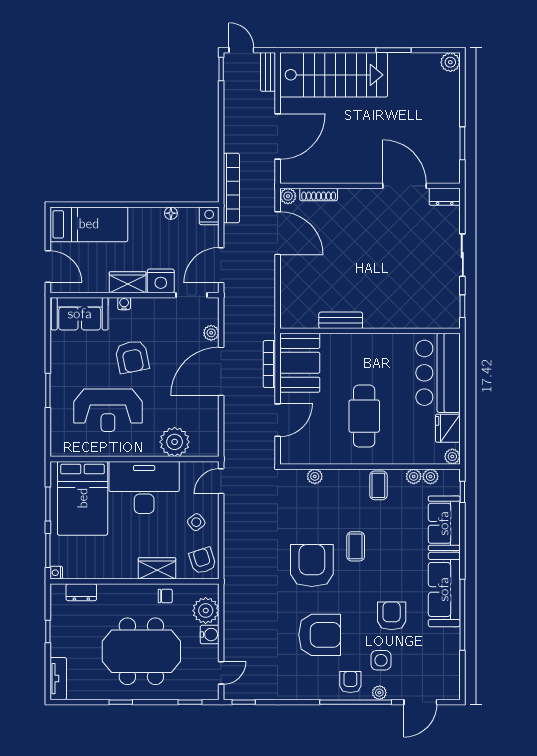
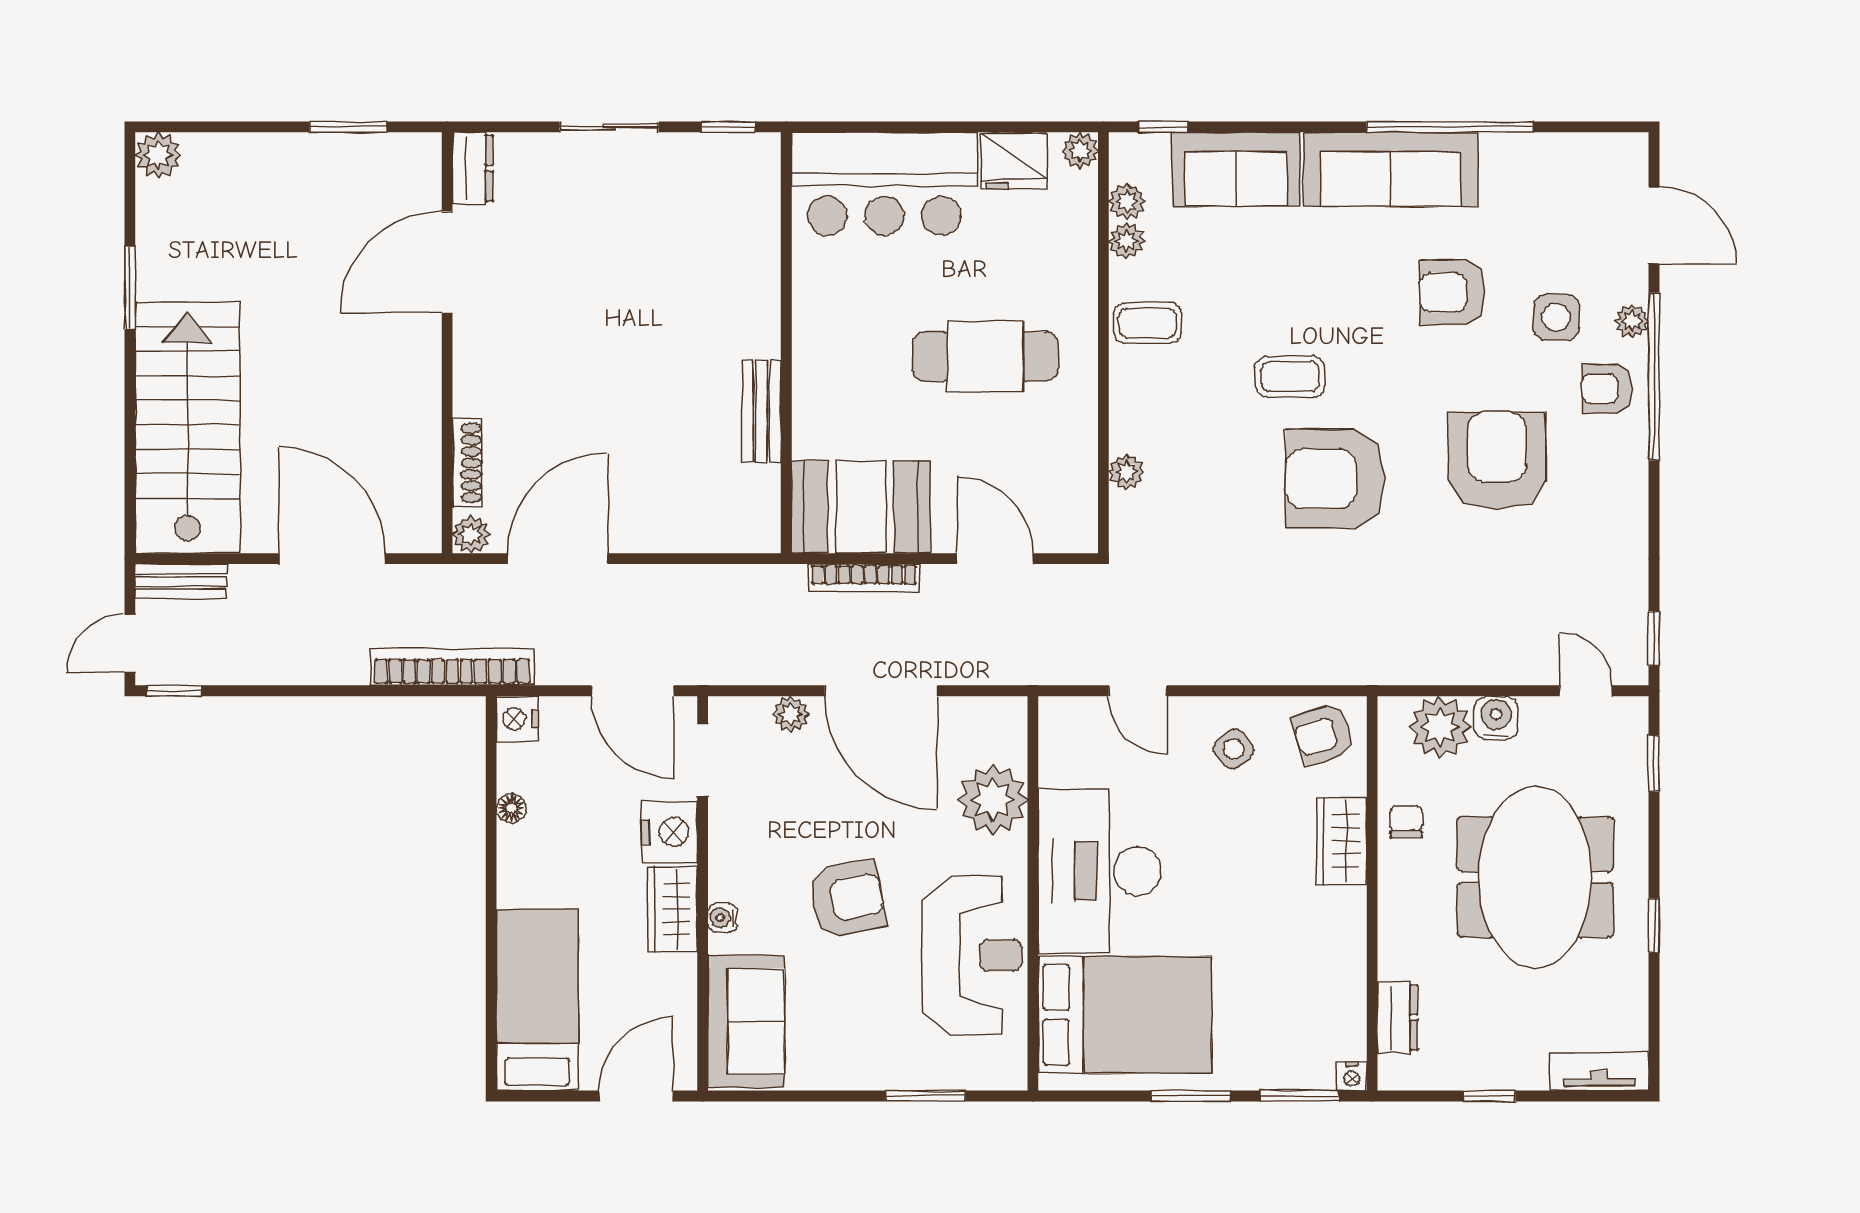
plant: (175, 442) -> (993, 800), moved
wall: (135, 459) -> (1033, 893), moved
desk: (144, 488) -> (1100, 871), moved
bed: (83, 498) -> (1125, 1015), moved

